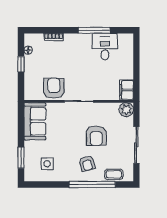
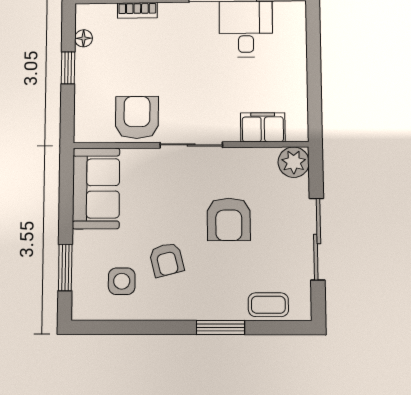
filing cabinet: (127, 90) -> (263, 127), moved, turned 90
armchair: (87, 163) -> (167, 260), moved
window: (92, 185) -> (220, 328), width x0.47

